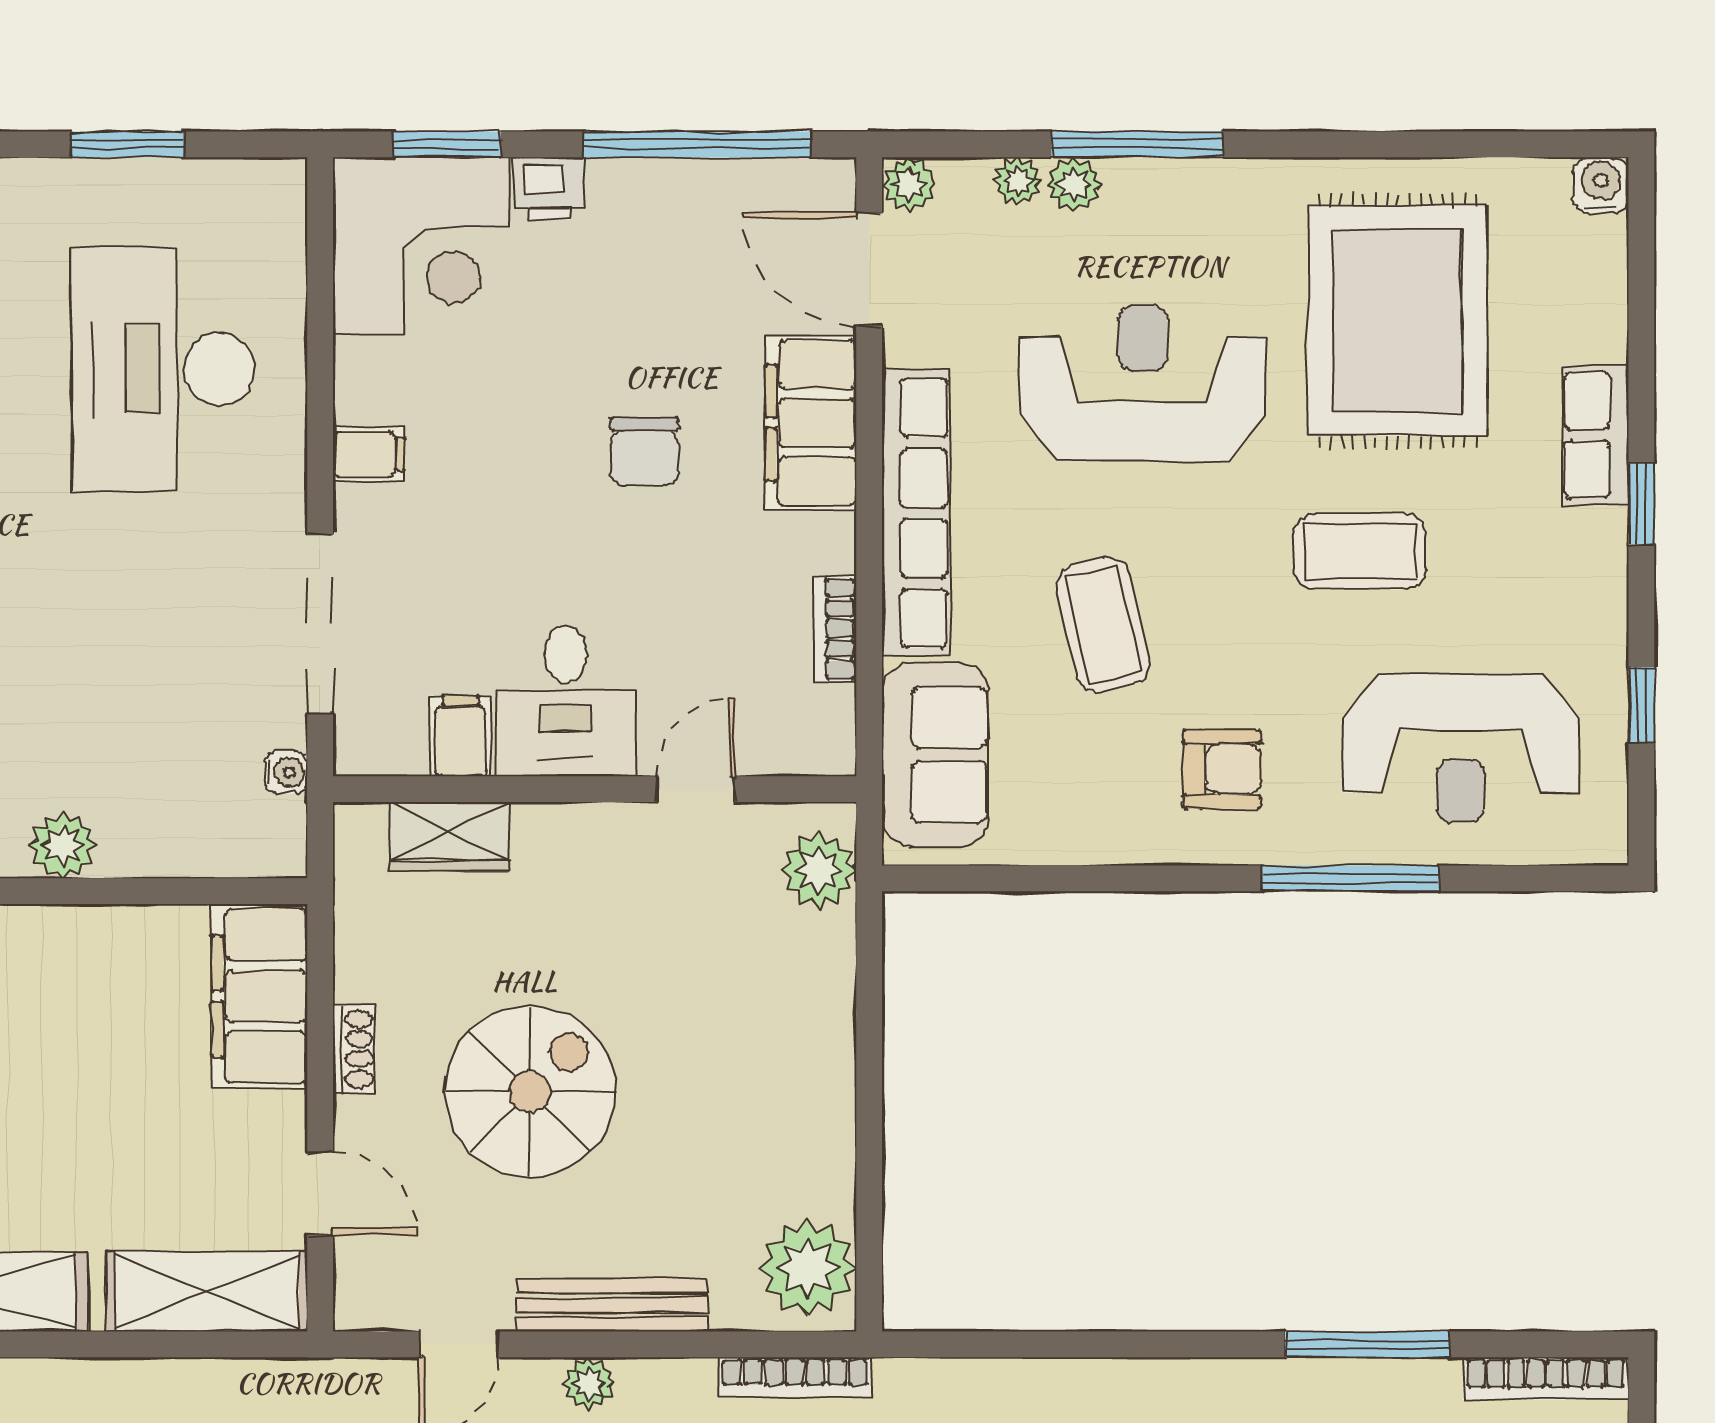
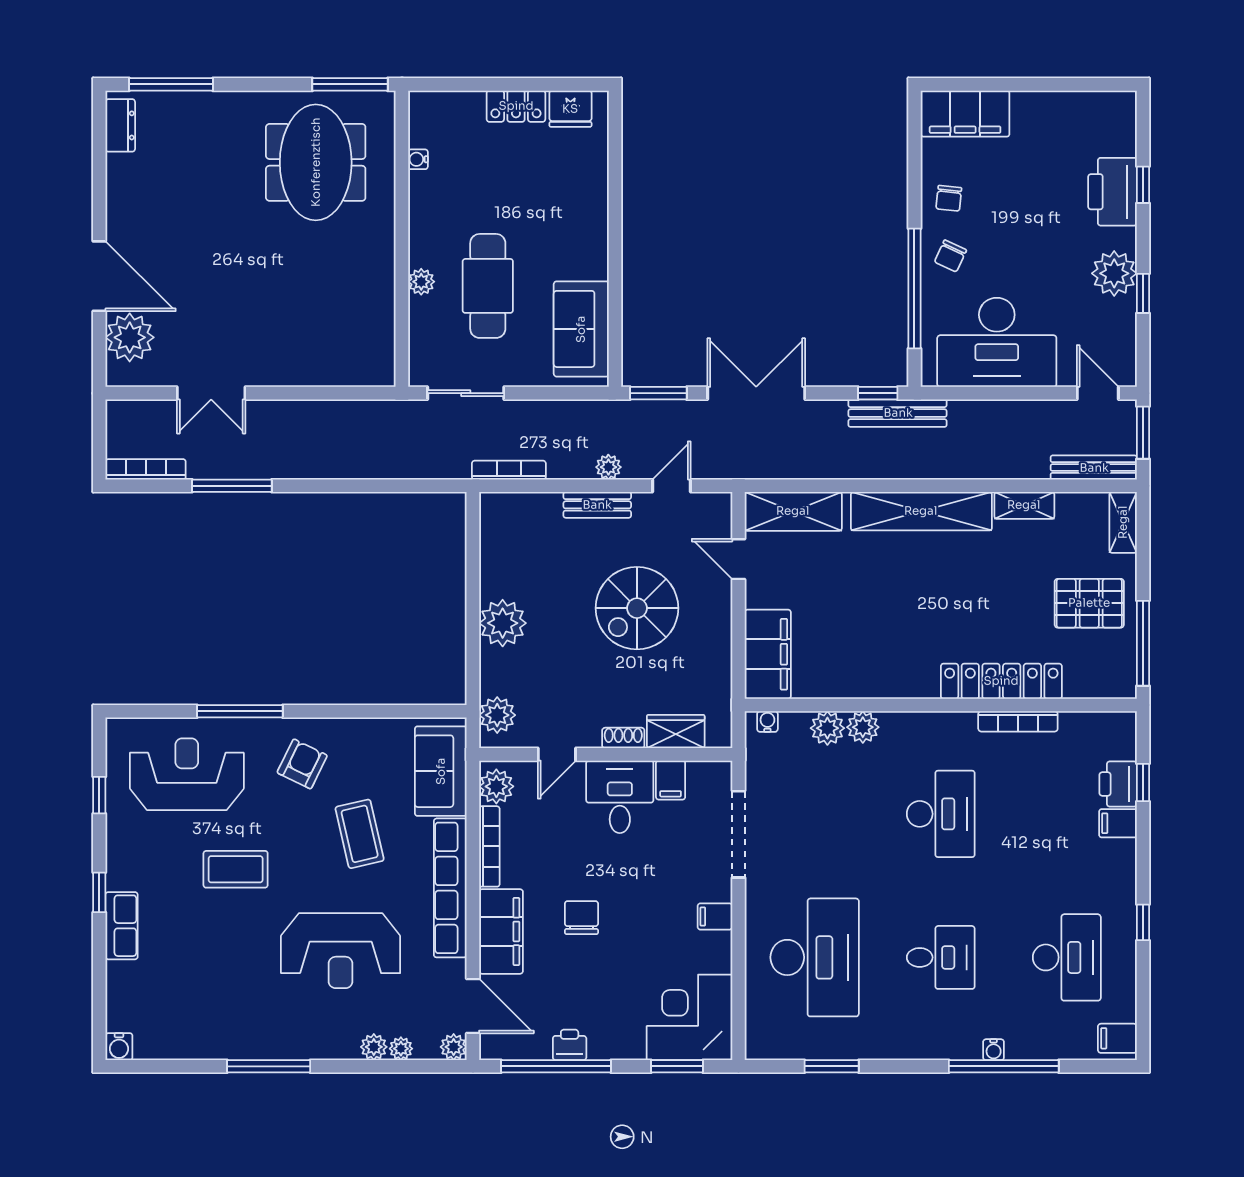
window: (1137, 144) -> (269, 1066), moved
printer: (549, 189) -> (570, 1045), moved
rug: (1397, 321) -> (217, 981), removed
bookcase: (835, 629) -> (489, 846), width x1.56
plant: (821, 723) -> (496, 786), added
armchair: (1222, 769) -> (302, 764), turned 116
water cooler: (286, 772) -> (767, 722), moved, turned 90
plant: (136, 843) -> (827, 728), added
shoe rack: (354, 1049) -> (623, 738), moved, turned 90
plant: (808, 1268) -> (503, 623), moved
bench: (612, 1305) -> (597, 505), width x0.73

